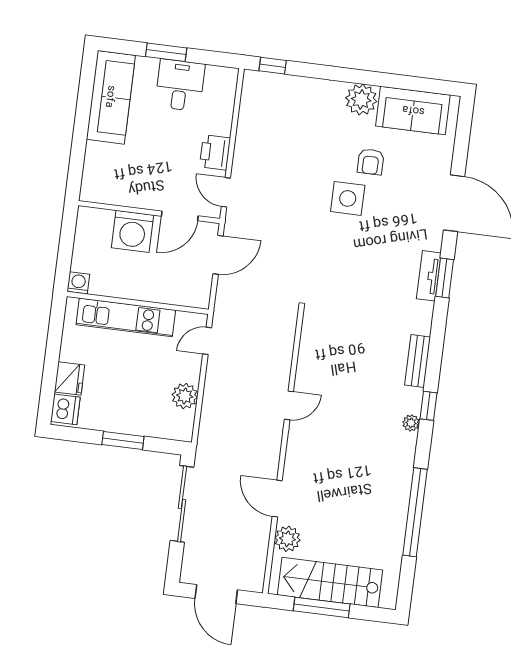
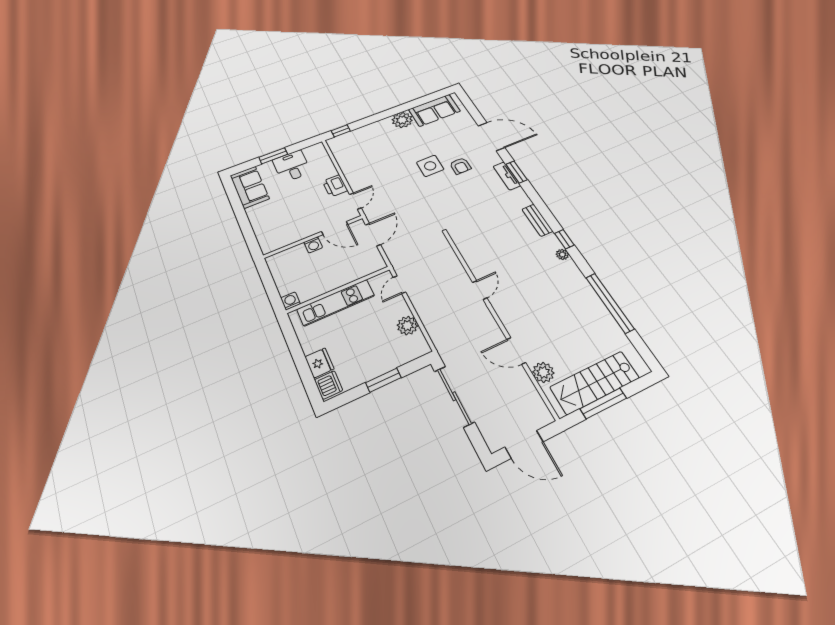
sofa: (111, 97) -> (250, 187), width x0.73
armchair: (371, 162) -> (460, 166), moved
door: (226, 192) -> (355, 201), swing flipped
door: (180, 216) -> (335, 228), hinge flipped
washing machine: (133, 231) -> (313, 245), width x0.53, depth x0.53

